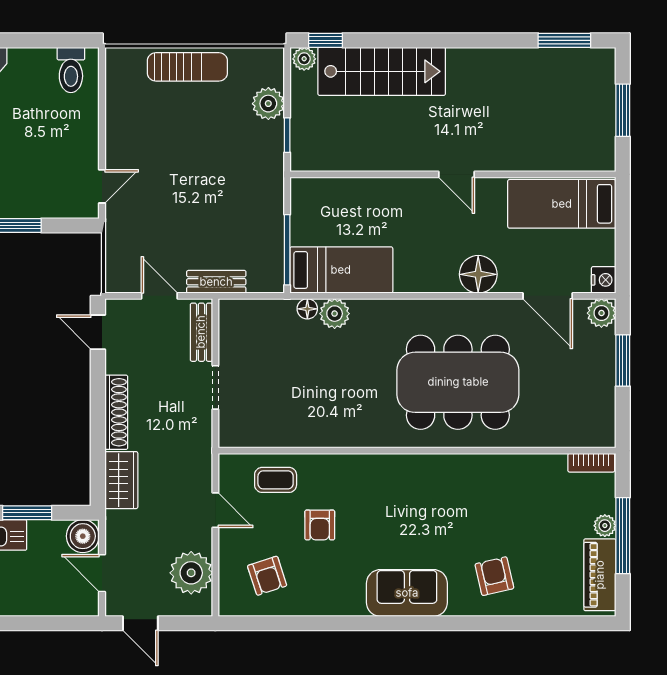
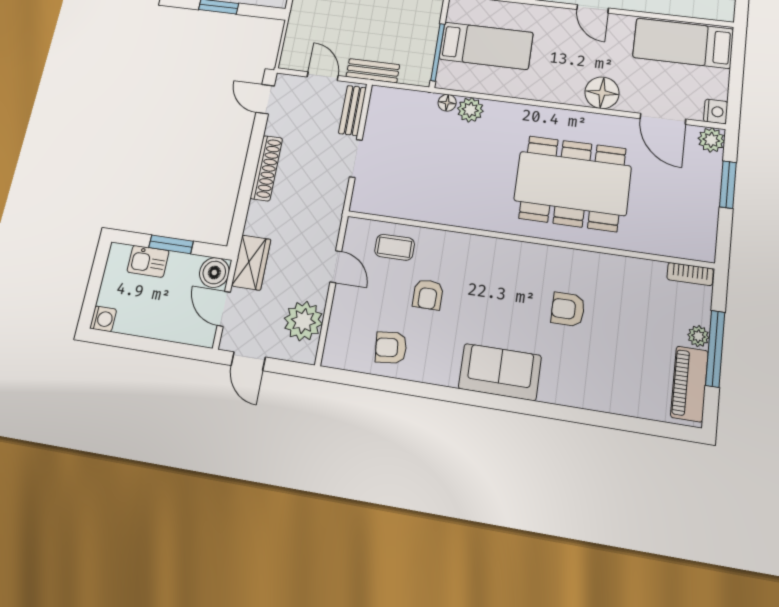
bed: (341, 270) -> (486, 46), moved
wardrobe: (121, 480) -> (251, 263), moved
armchair: (267, 576) -> (391, 347), moved, turned 102
armchair: (494, 576) -> (568, 309), moved, turned -77

